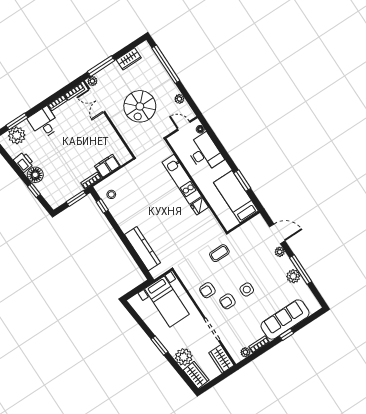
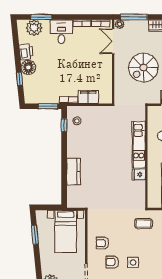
kitchen counter: (142, 249) -> (74, 172), width x0.67
coffee table: (219, 253) -> (144, 223), moved
window: (159, 346) -> (35, 235), moved

